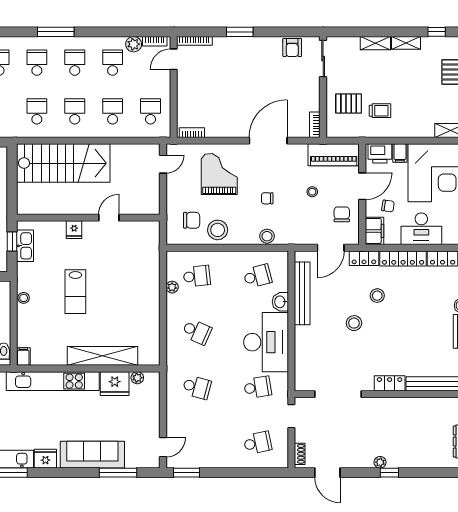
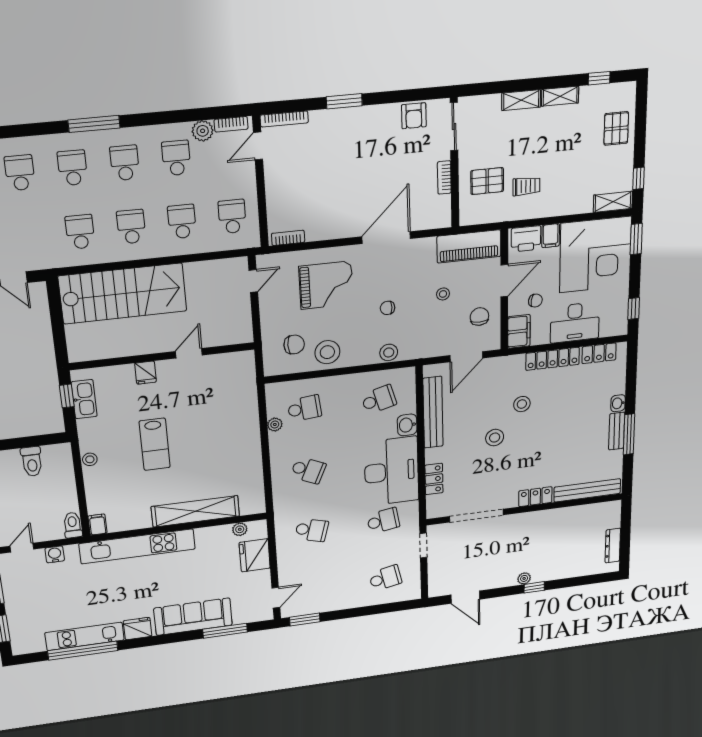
bookcase: (315, 125) -> (444, 177), moved
grand piano: (219, 174) -> (326, 285), turned 90
locker: (364, 258) -> (434, 479), moved, turned -90
fridge: (115, 384) -> (255, 555), moved, turned 90
shoe rack: (300, 454) -> (434, 583), removed

